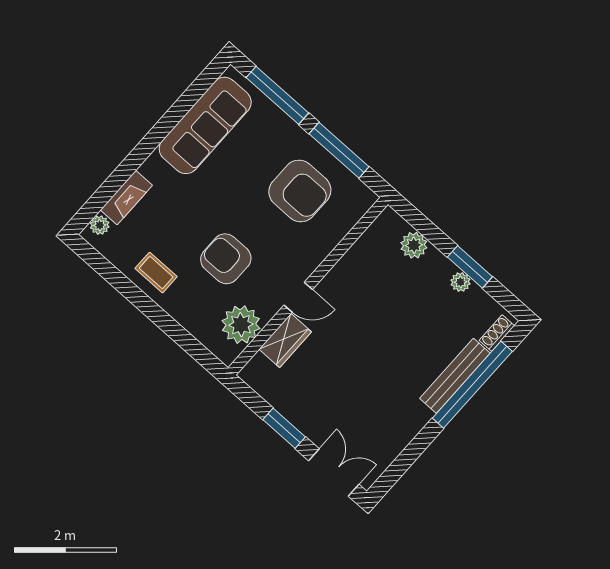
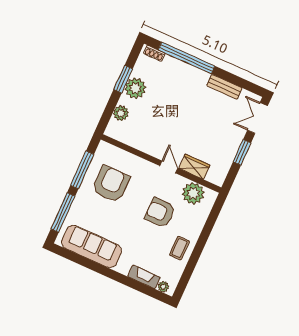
armchair: (226, 259) -> (160, 213), turned 90
plant: (461, 282) -> (135, 88), width x1.87, depth x1.87
bench: (455, 376) -> (224, 87), moved, width x0.73

